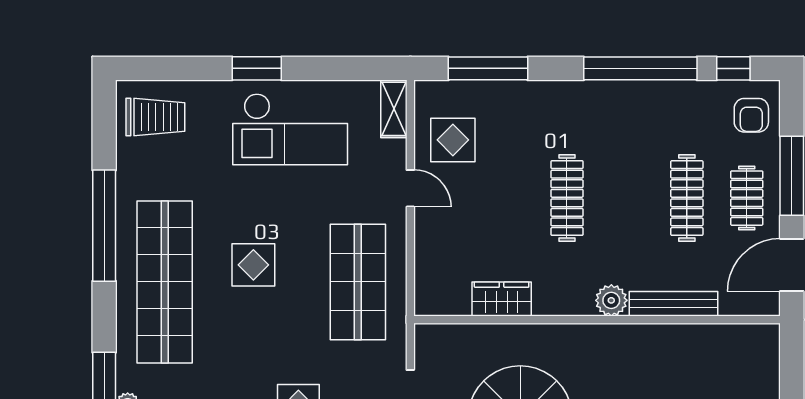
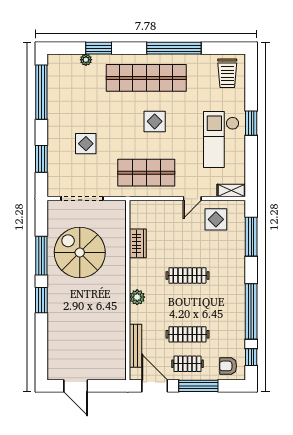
bench: (674, 304) -> (136, 346), moved

